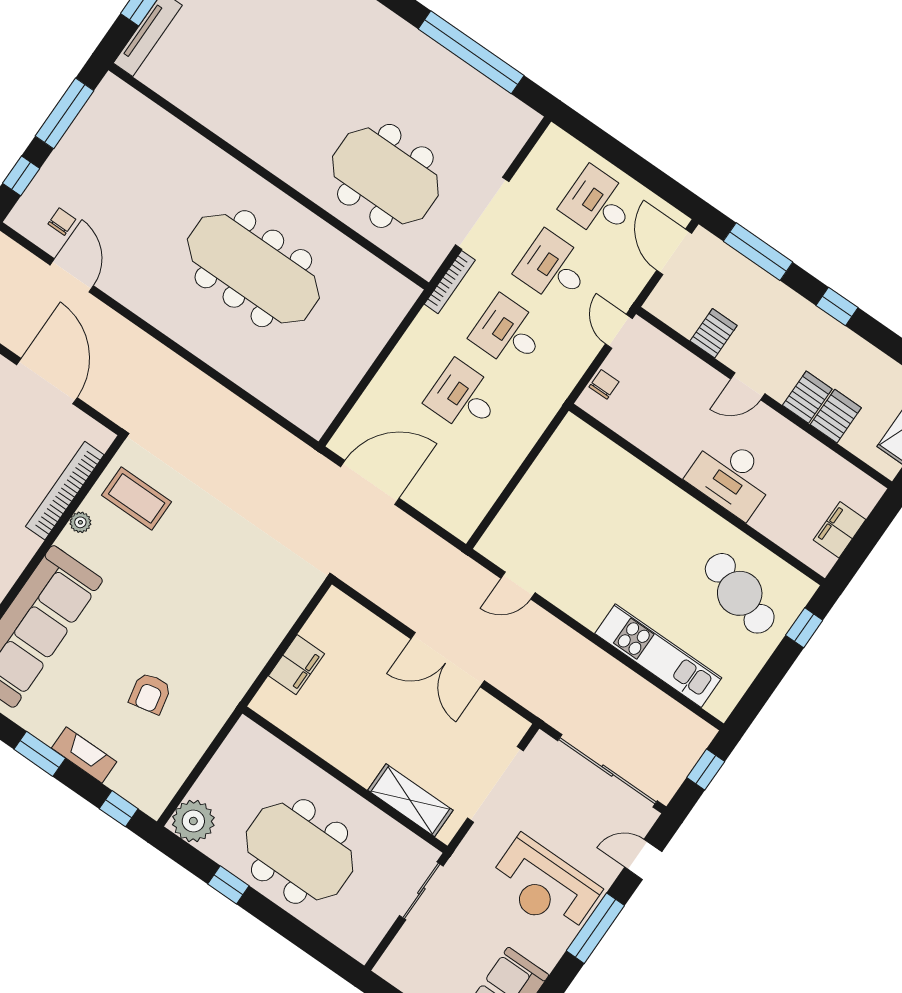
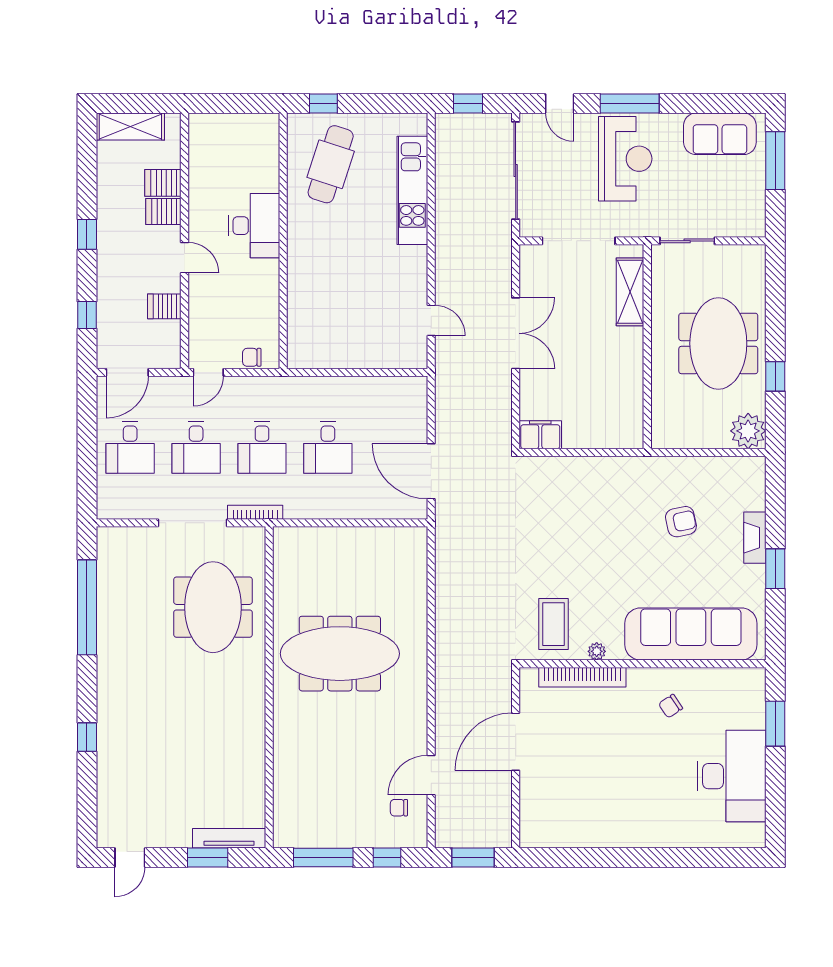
window: (758, 252) -> (87, 315), width x0.46
meeting table: (253, 269) -> (340, 654), turned 90
filing cabinet: (839, 530) -> (239, 126), removed
filing cabinet: (297, 665) -> (540, 435), moved
window: (119, 809) -> (775, 488), removed

